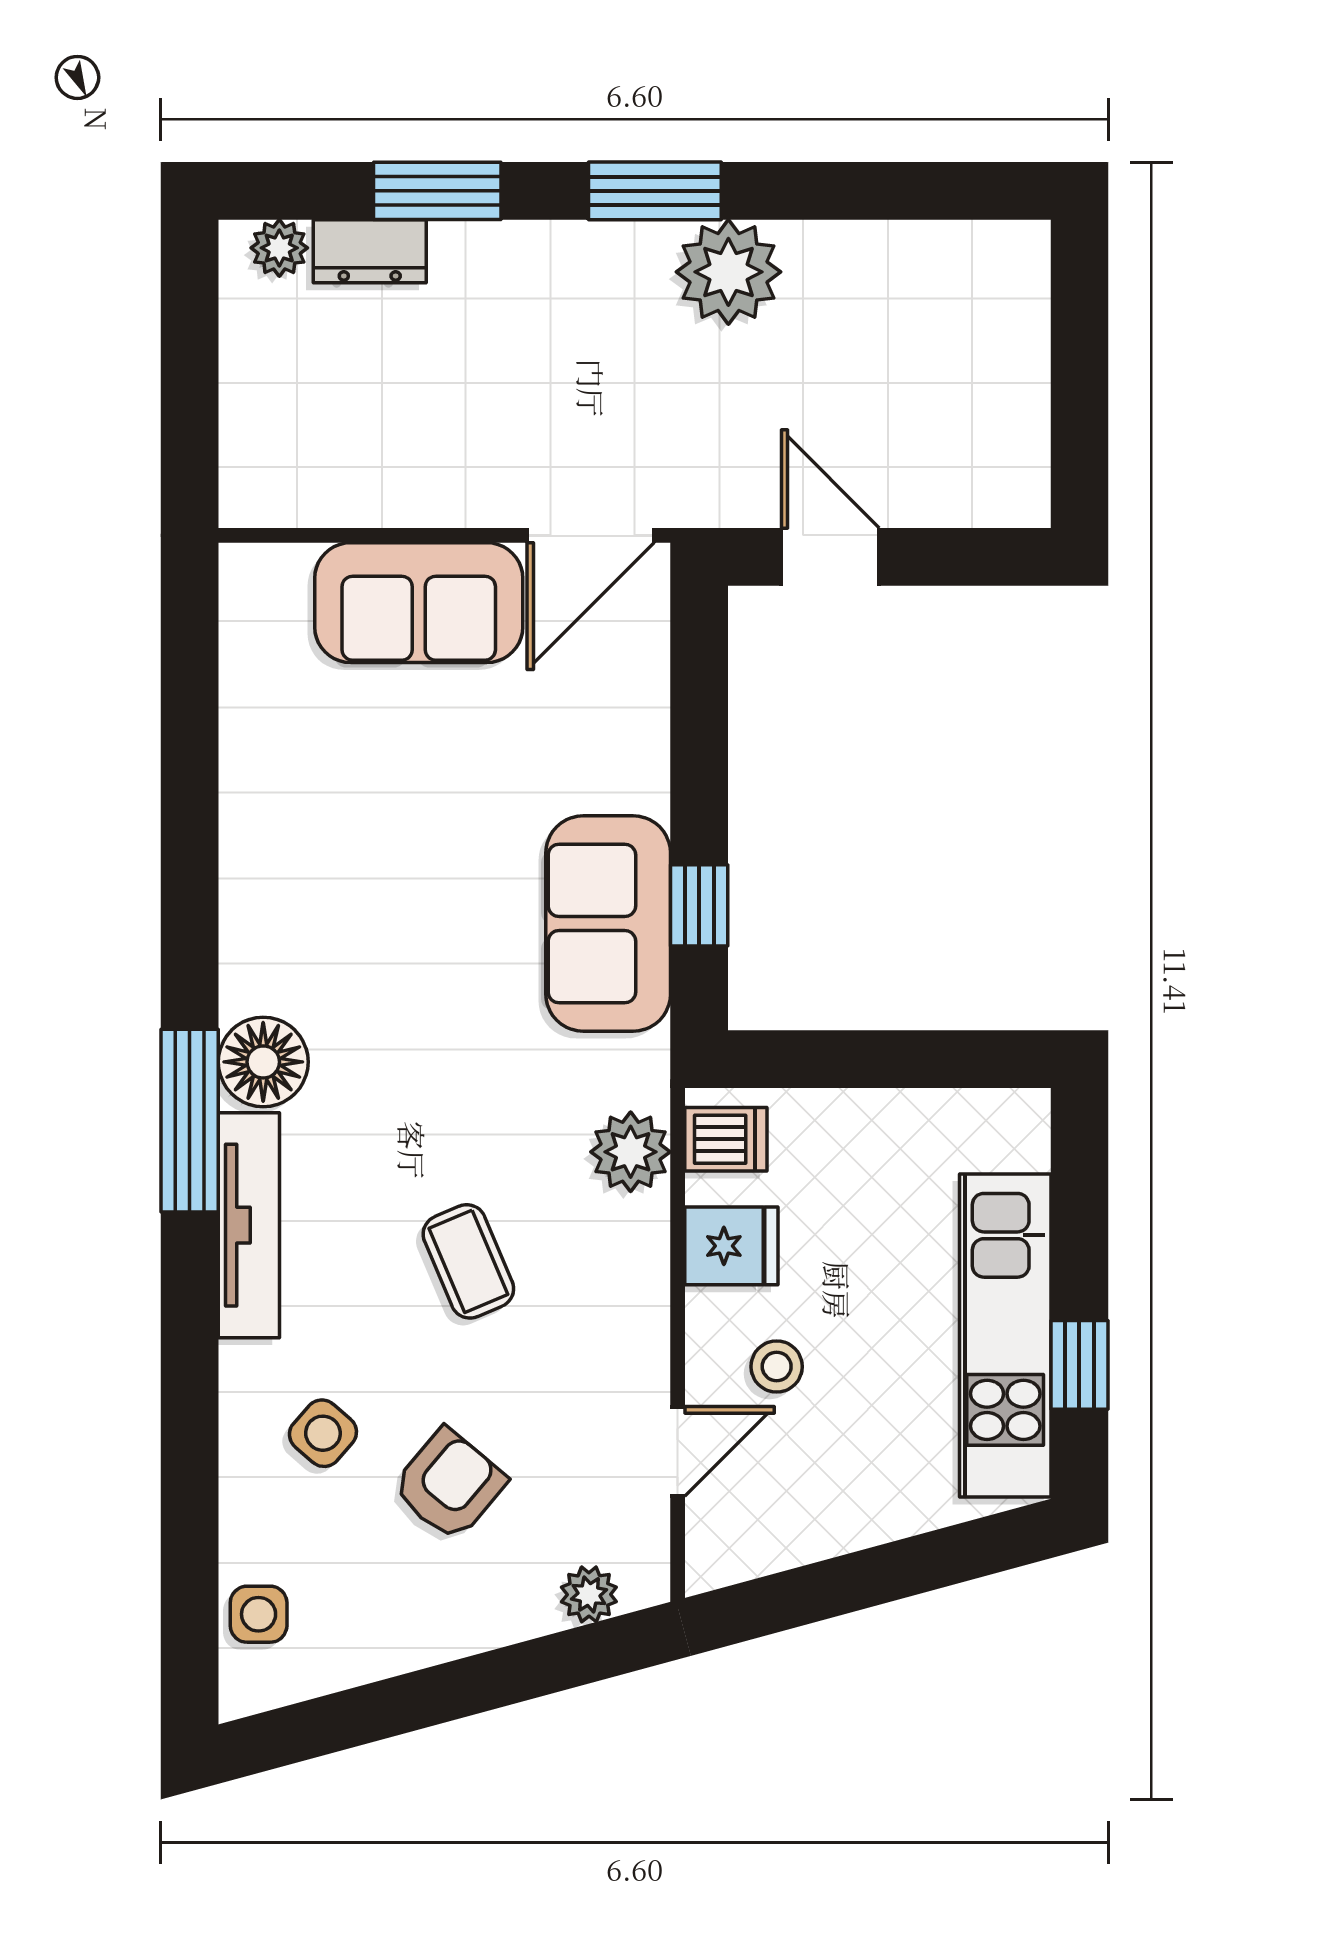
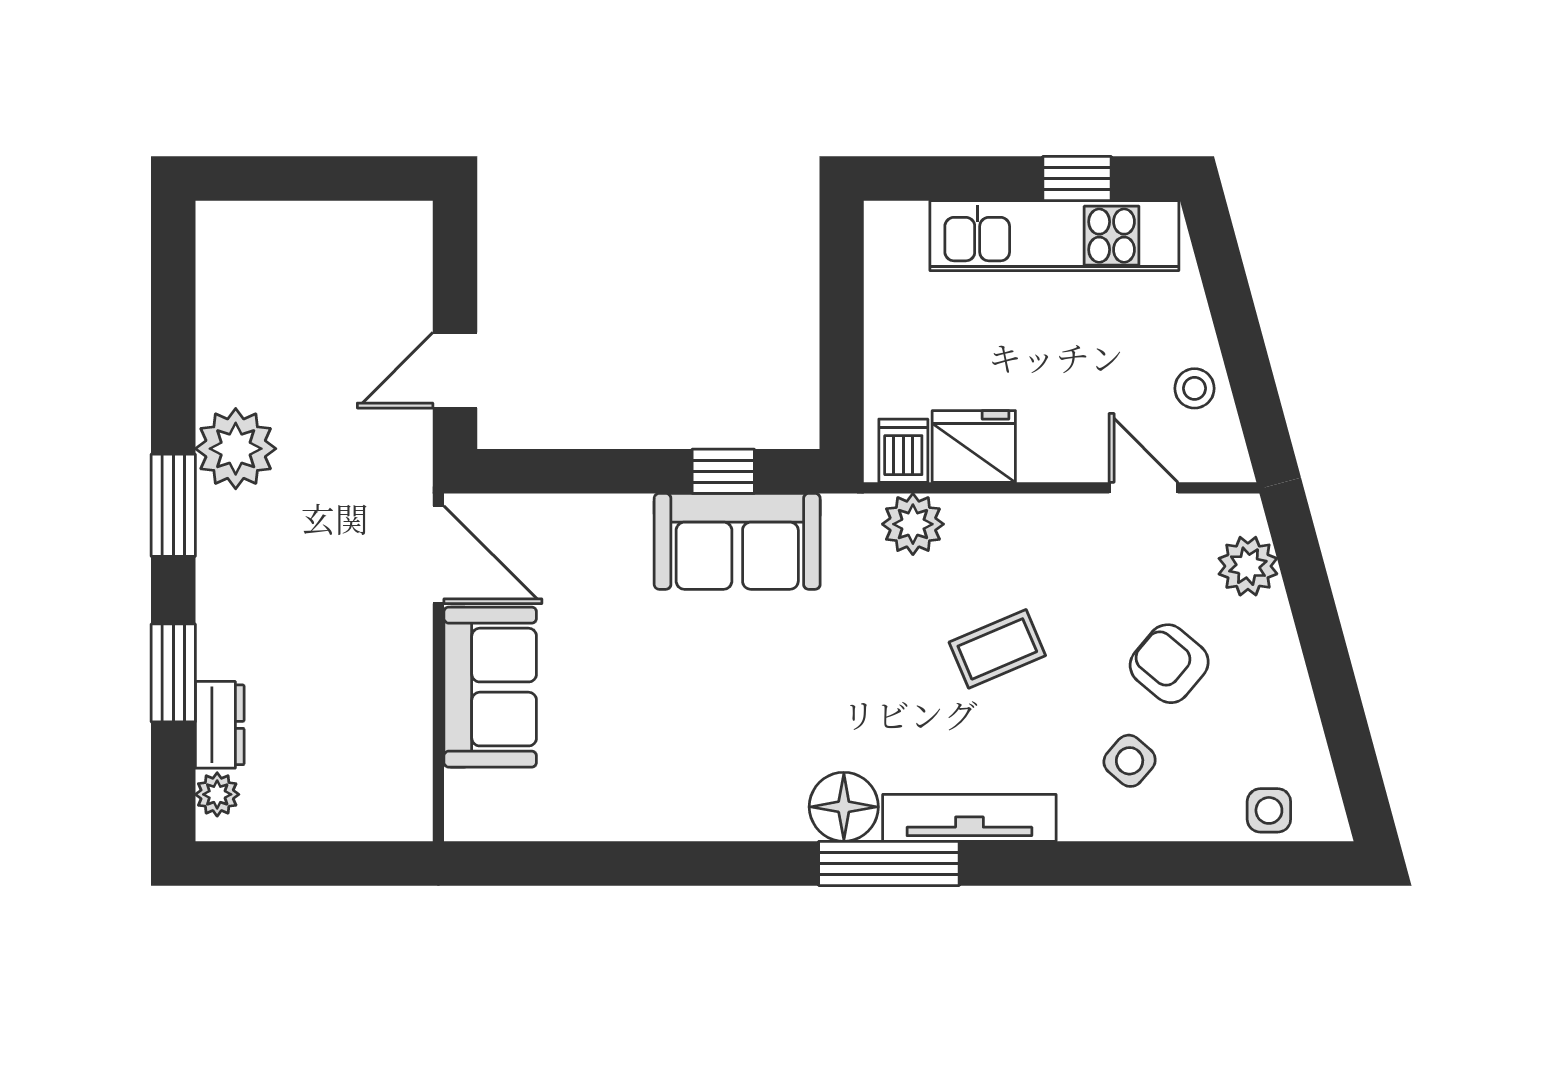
fridge: (731, 1246) -> (974, 446), width x1.38
stool: (777, 1367) -> (1195, 388), moved
plant: (589, 1594) -> (1248, 566), width x1.38, depth x1.38

